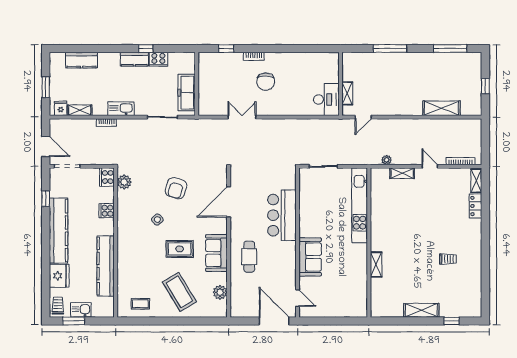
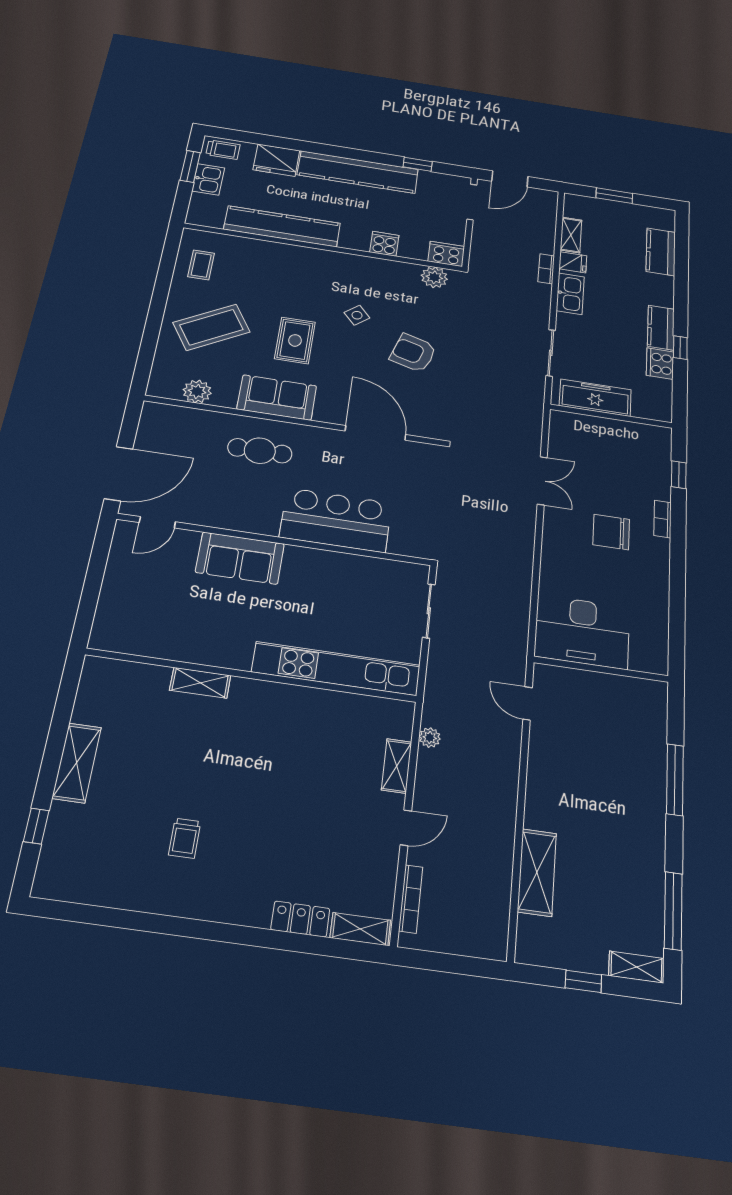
shelving: (347, 93) -> (637, 967), moved
desk: (326, 99) -> (582, 632), width x1.36, depth x1.30
fridge: (61, 108) -> (573, 262), moved

